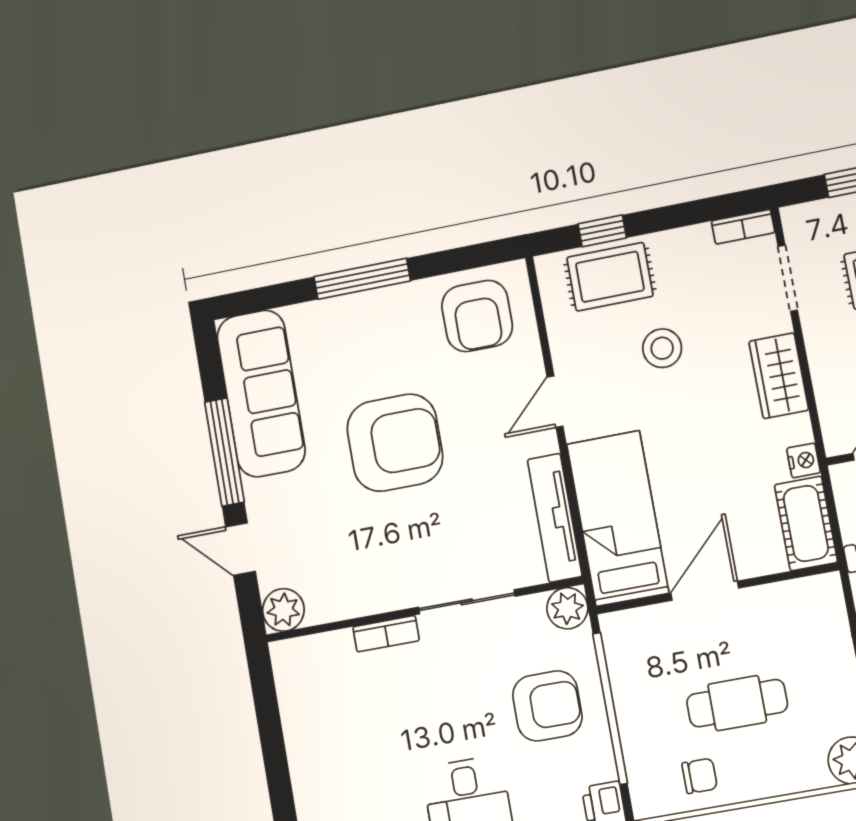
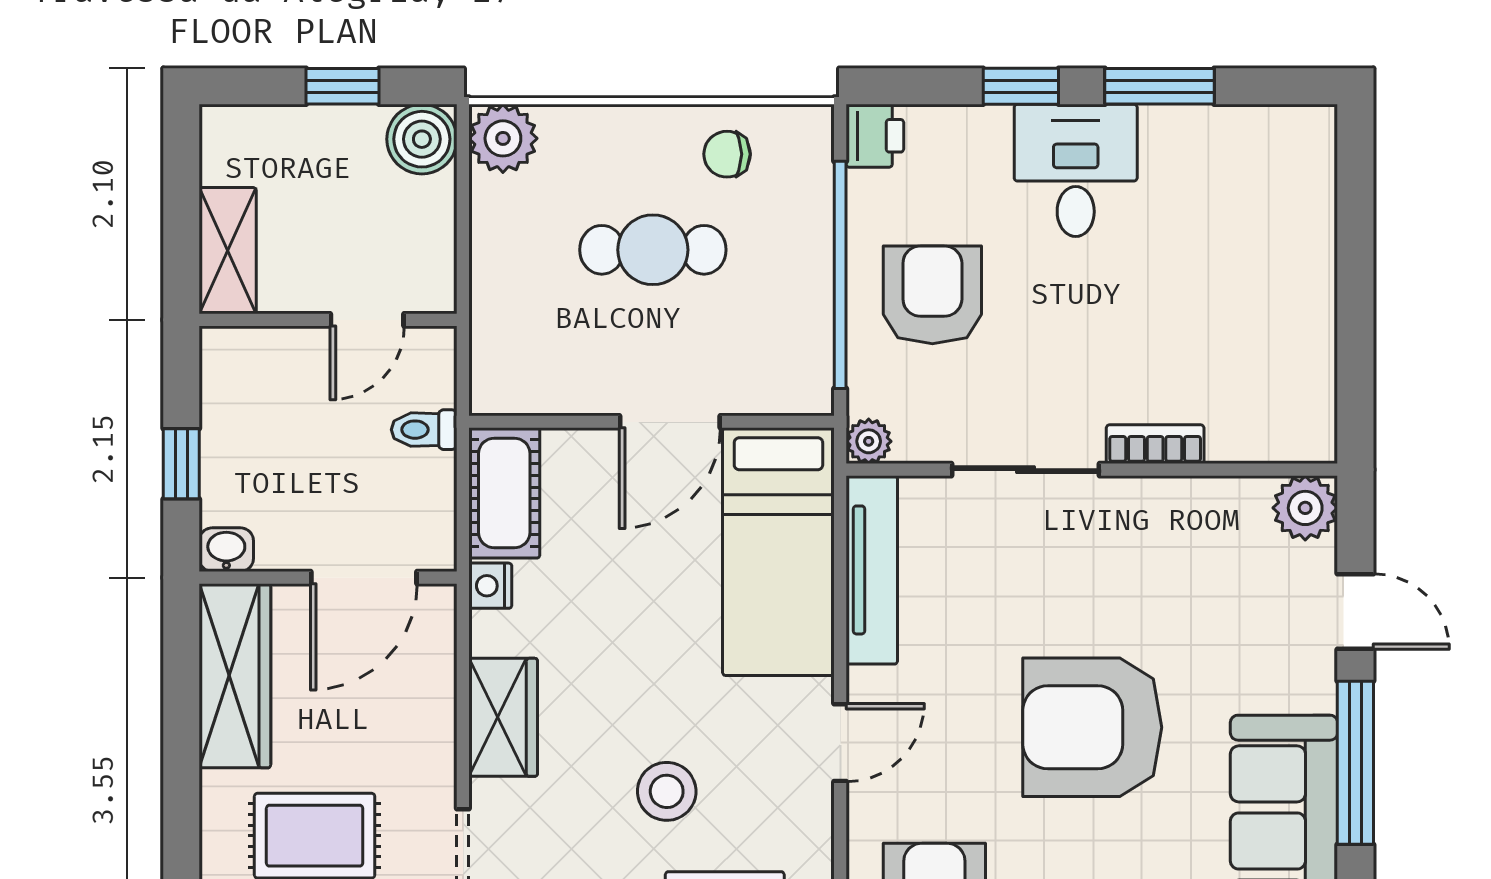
plant: (567, 608) -> (869, 441), width x0.73, depth x0.73
armchair: (547, 706) -> (932, 295), turned 90

